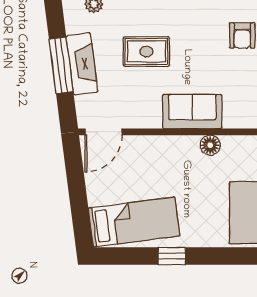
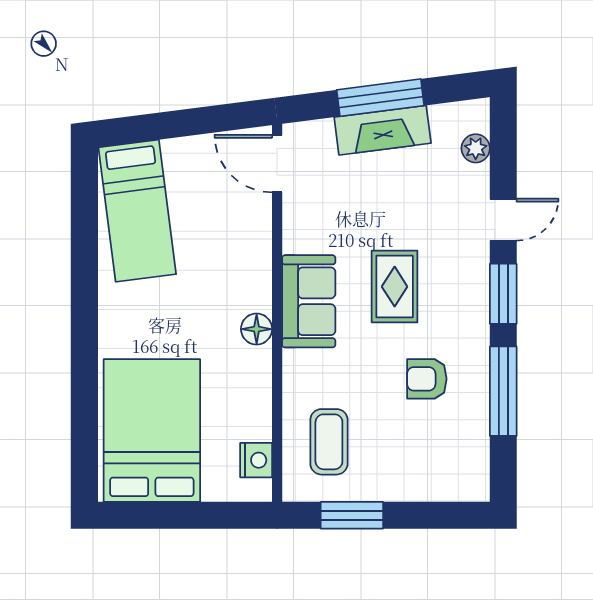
rug: (146, 52) -> (395, 287), moved
window: (172, 256) -> (84, 269), removed

